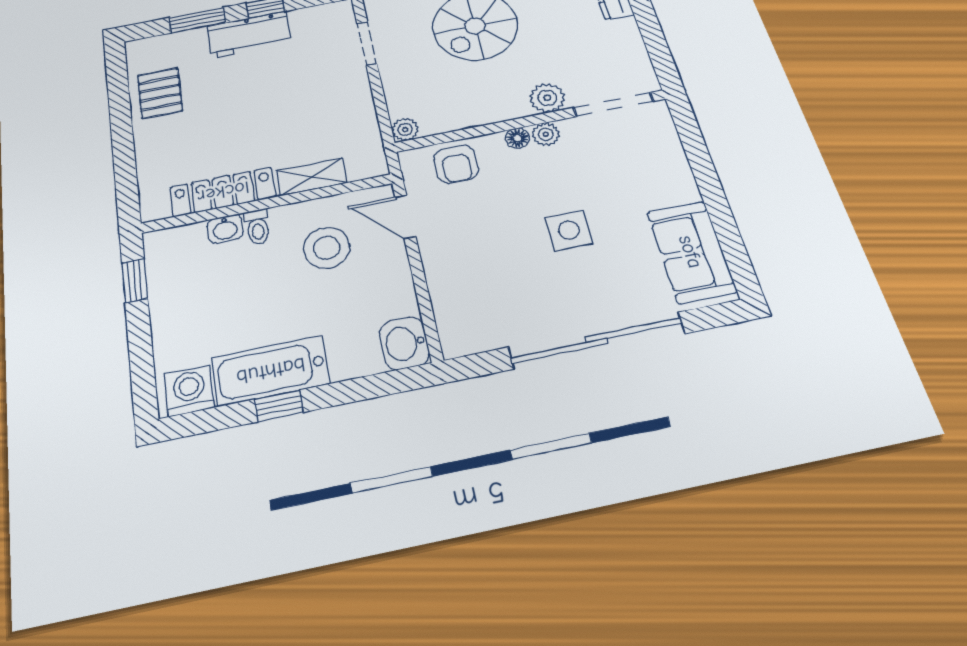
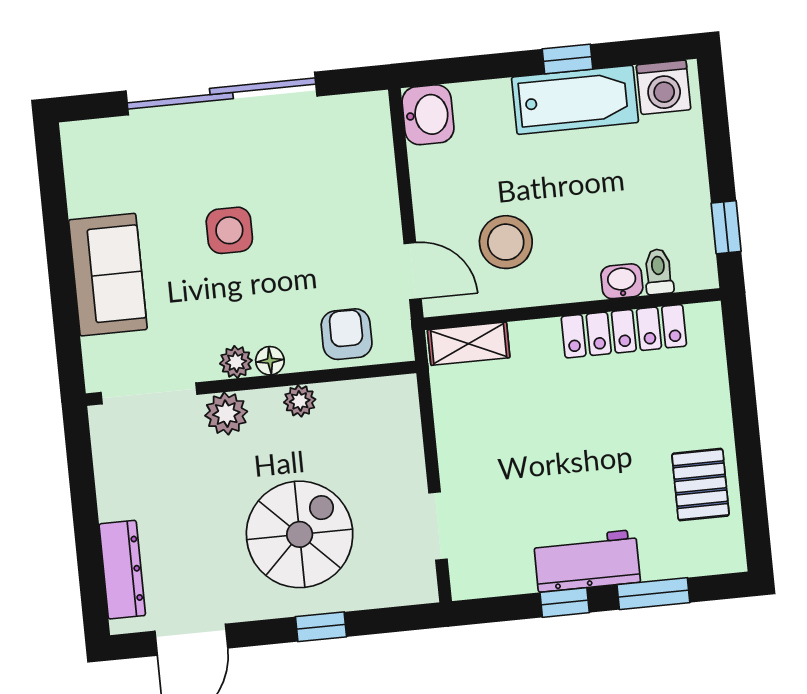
plant: (405, 129) -> (300, 401), moved
shelving: (312, 177) -> (469, 344), moved
toilet: (258, 227) -> (658, 272), moved
sofa: (691, 252) -> (108, 275), moved

